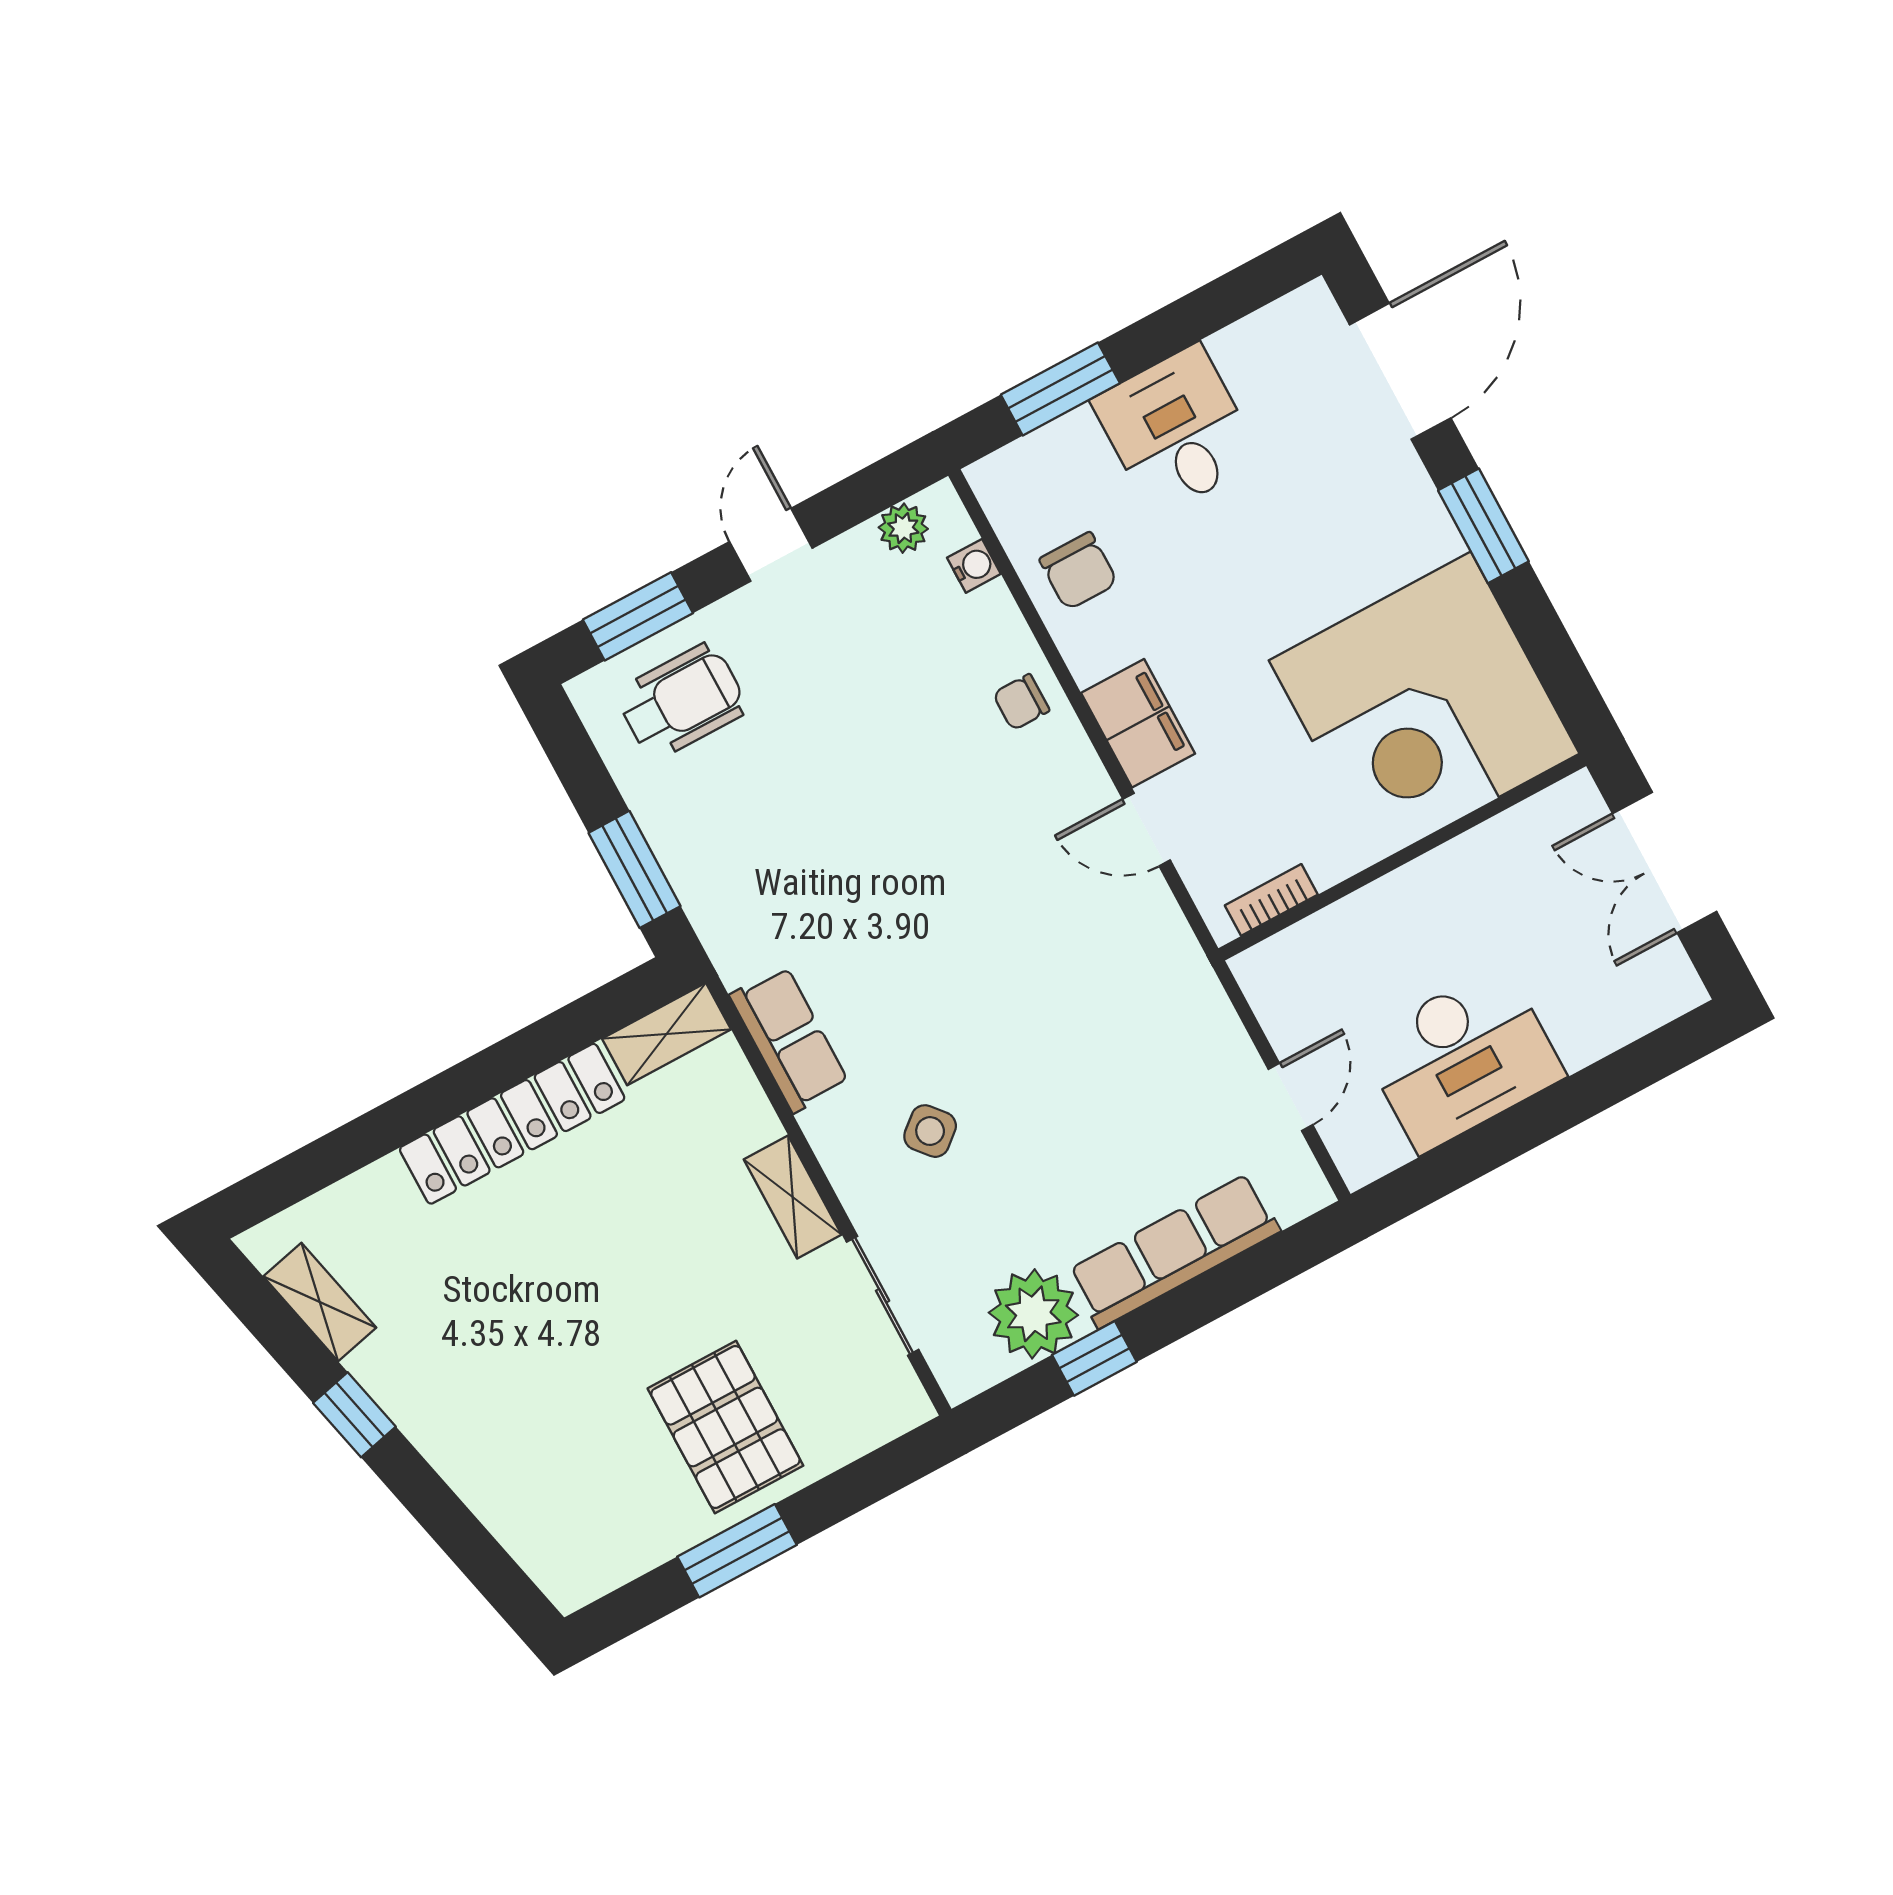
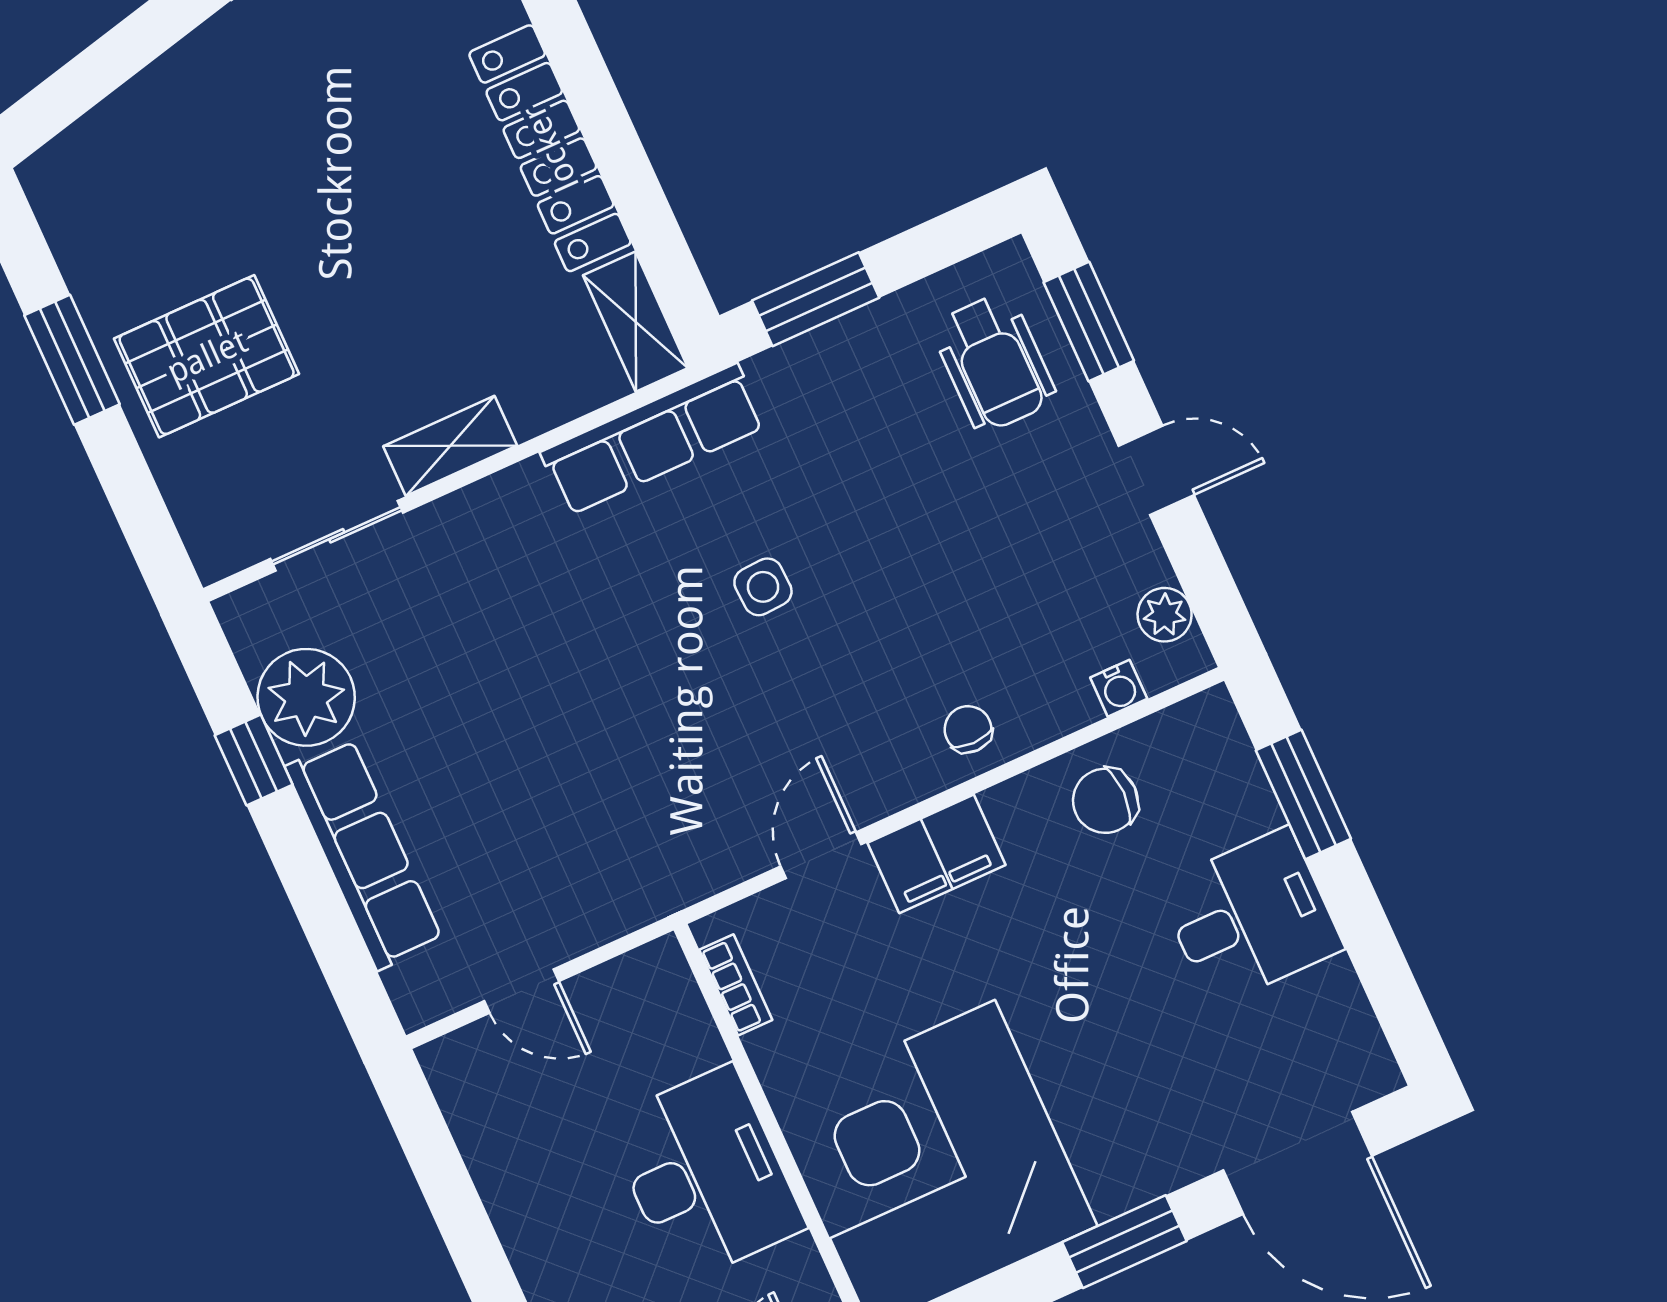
row of seats: (789, 1039) -> (653, 439), width x1.48
desk: (1462, 1058) -> (705, 1174), moved, turned 180
side table: (930, 1131) -> (763, 587), moved, turned 37

